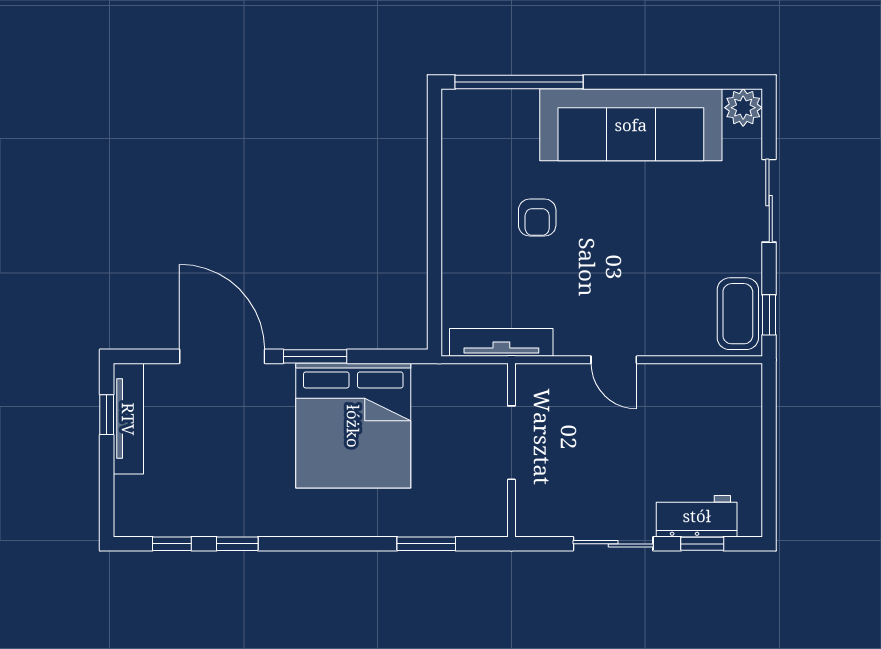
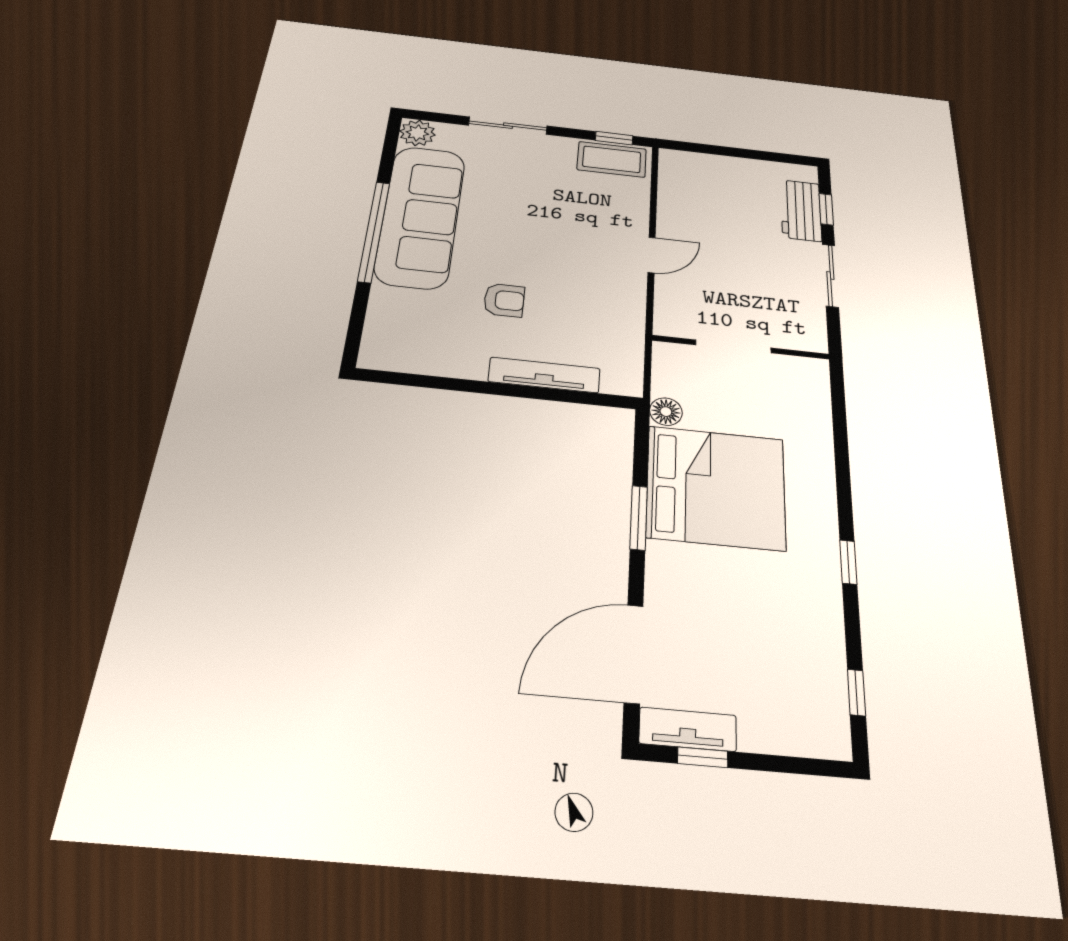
window: (519, 82) -> (374, 231), moved
tv unit: (501, 342) -> (544, 375), moved, turned 90
door: (222, 356) -> (634, 654), moved
floor lamp: (429, 378) -> (666, 412), added
tv unit: (128, 419) -> (688, 729), width x0.71
window: (237, 544) -> (848, 562), moved
window: (426, 544) -> (840, 432), removed

